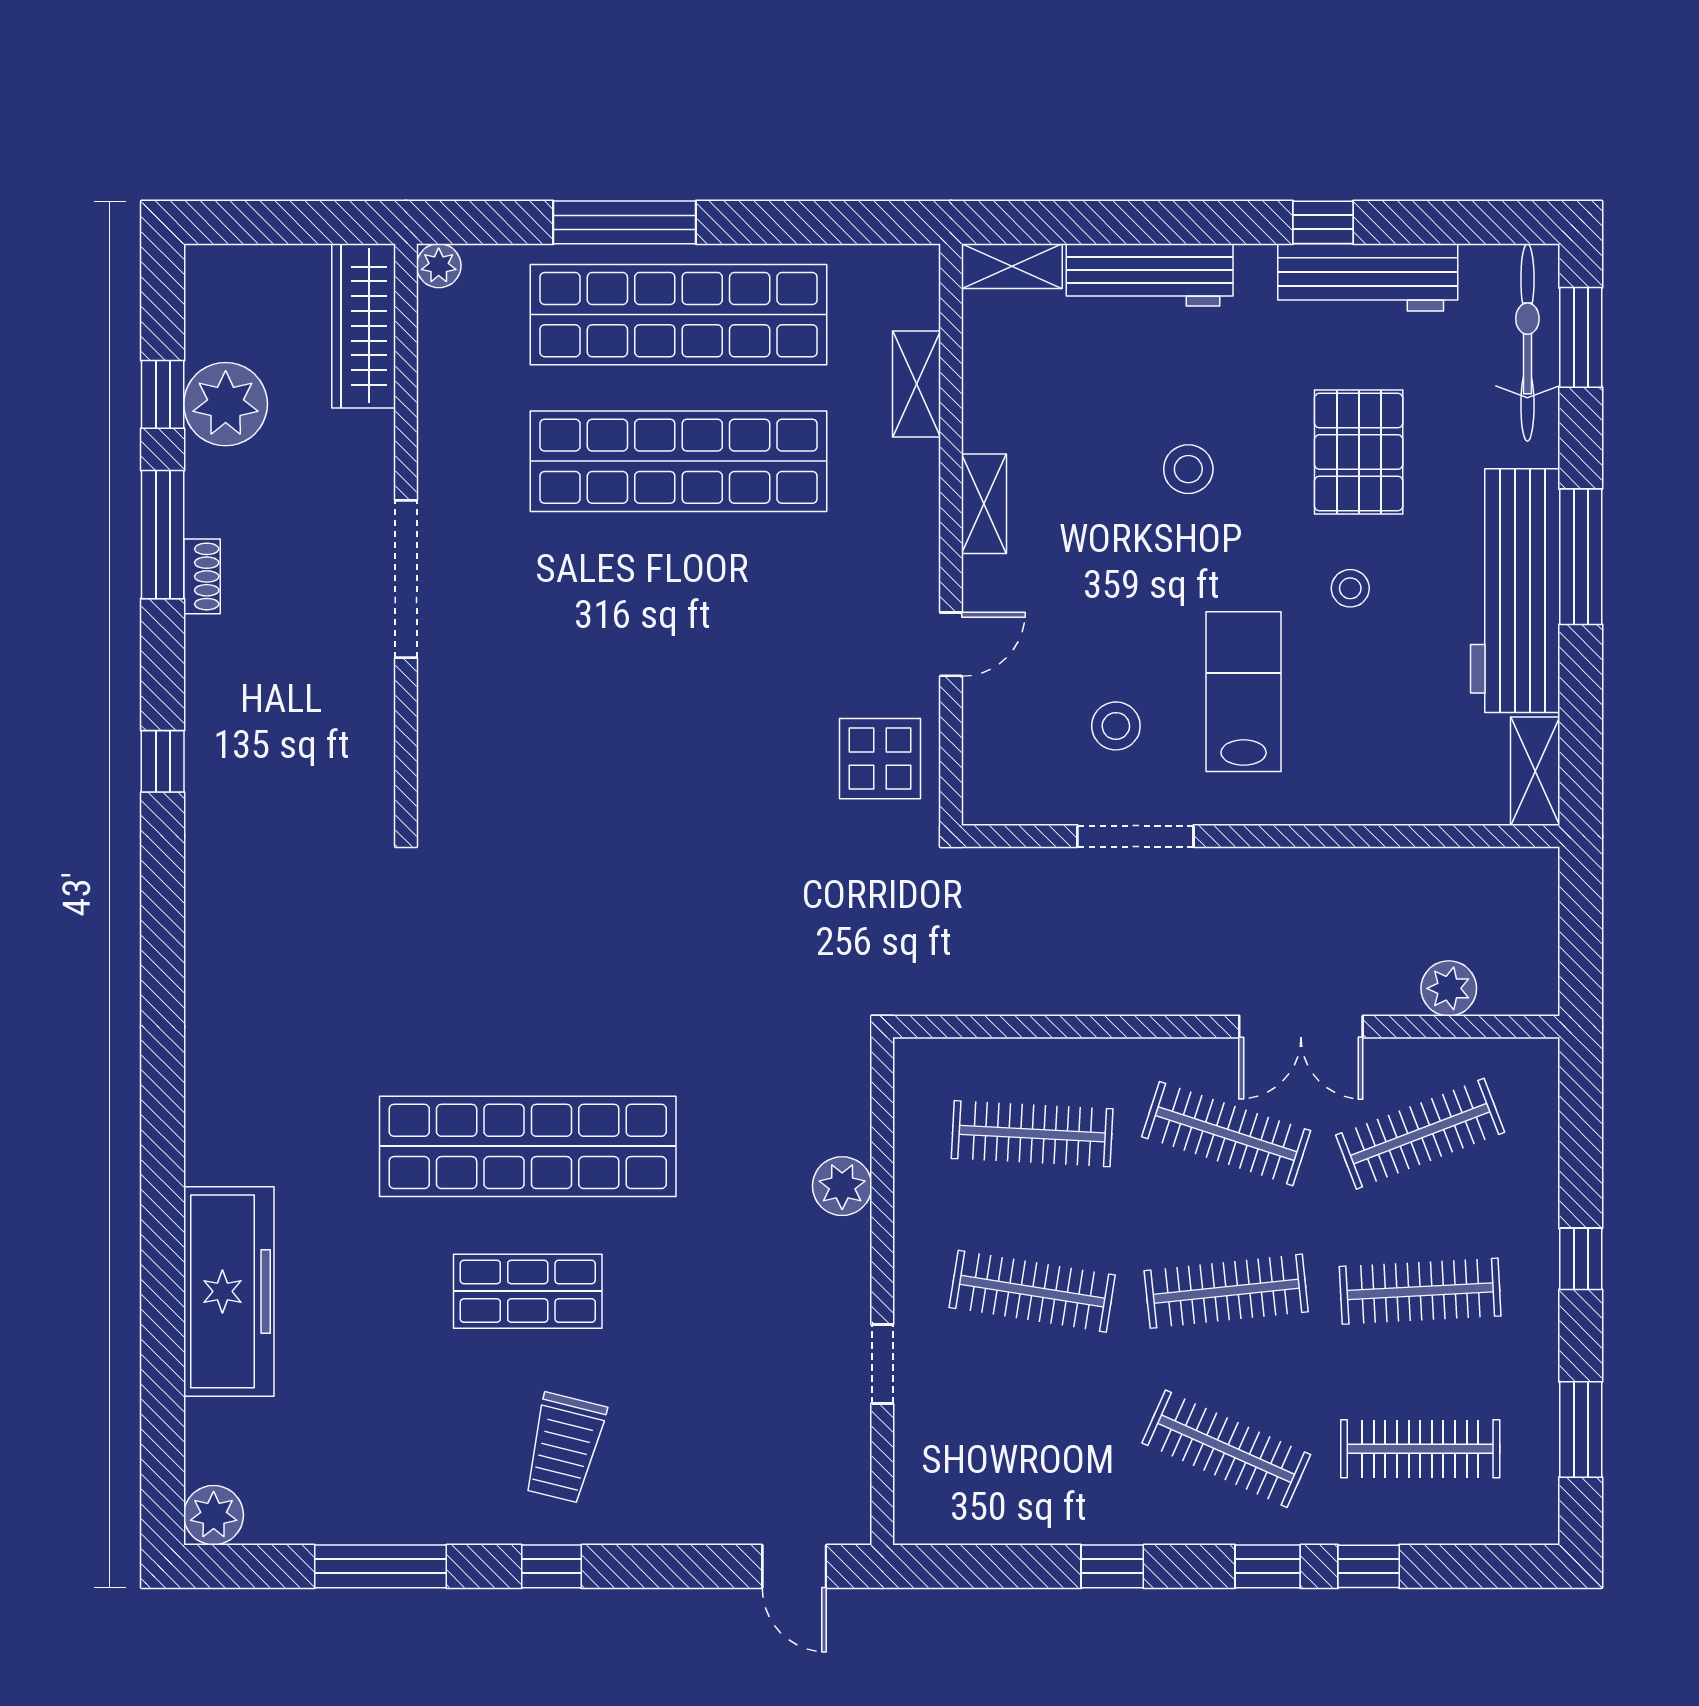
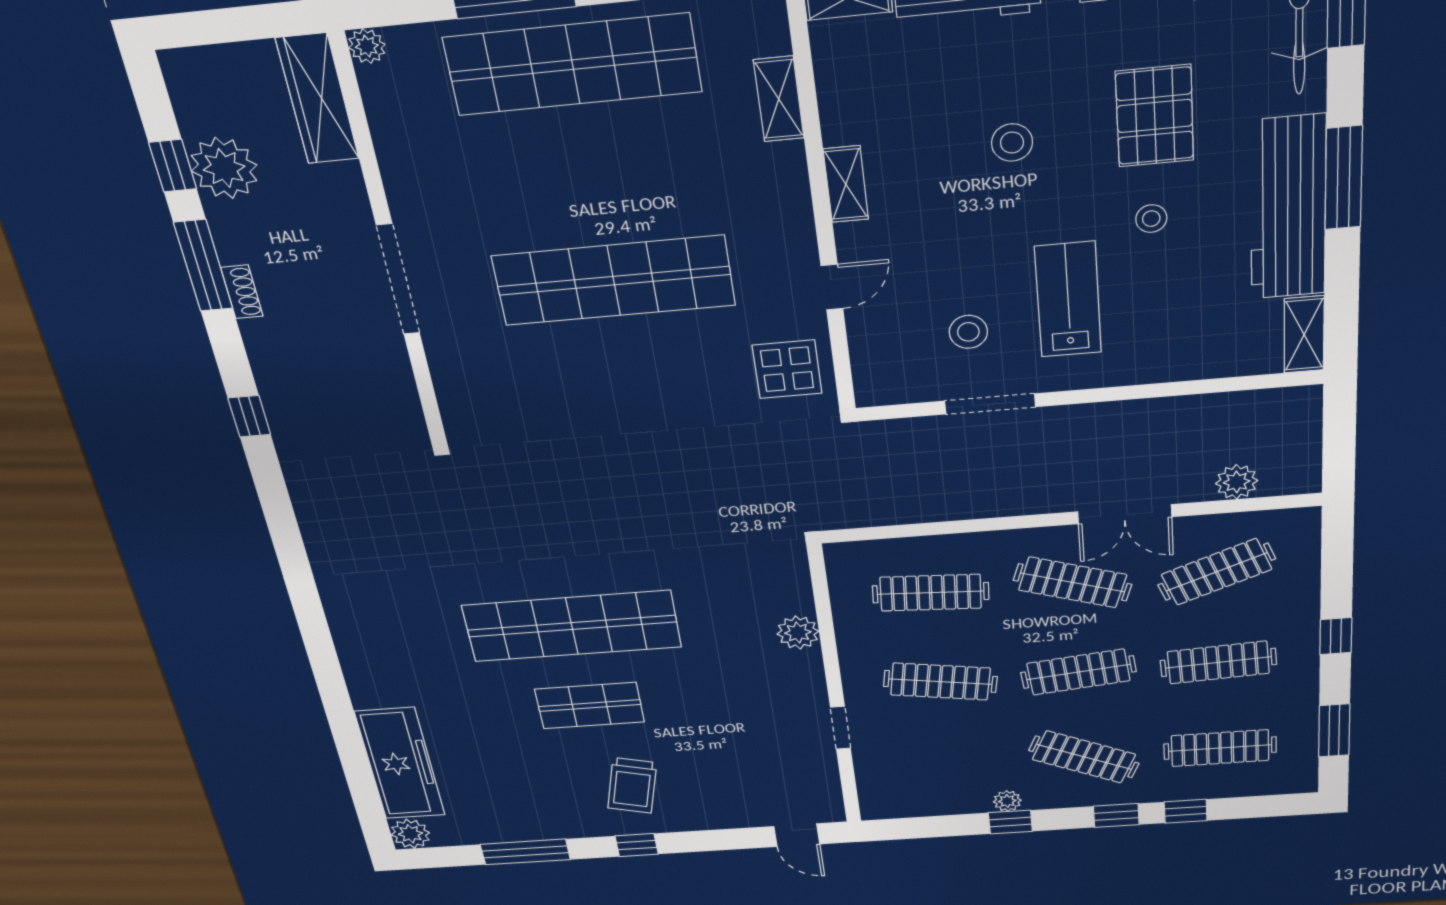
shop shelf: (679, 461) -> (614, 281), moved
freezer: (229, 1291) -> (400, 764), moved
plant: (1111, 1525) -> (1007, 801), added

